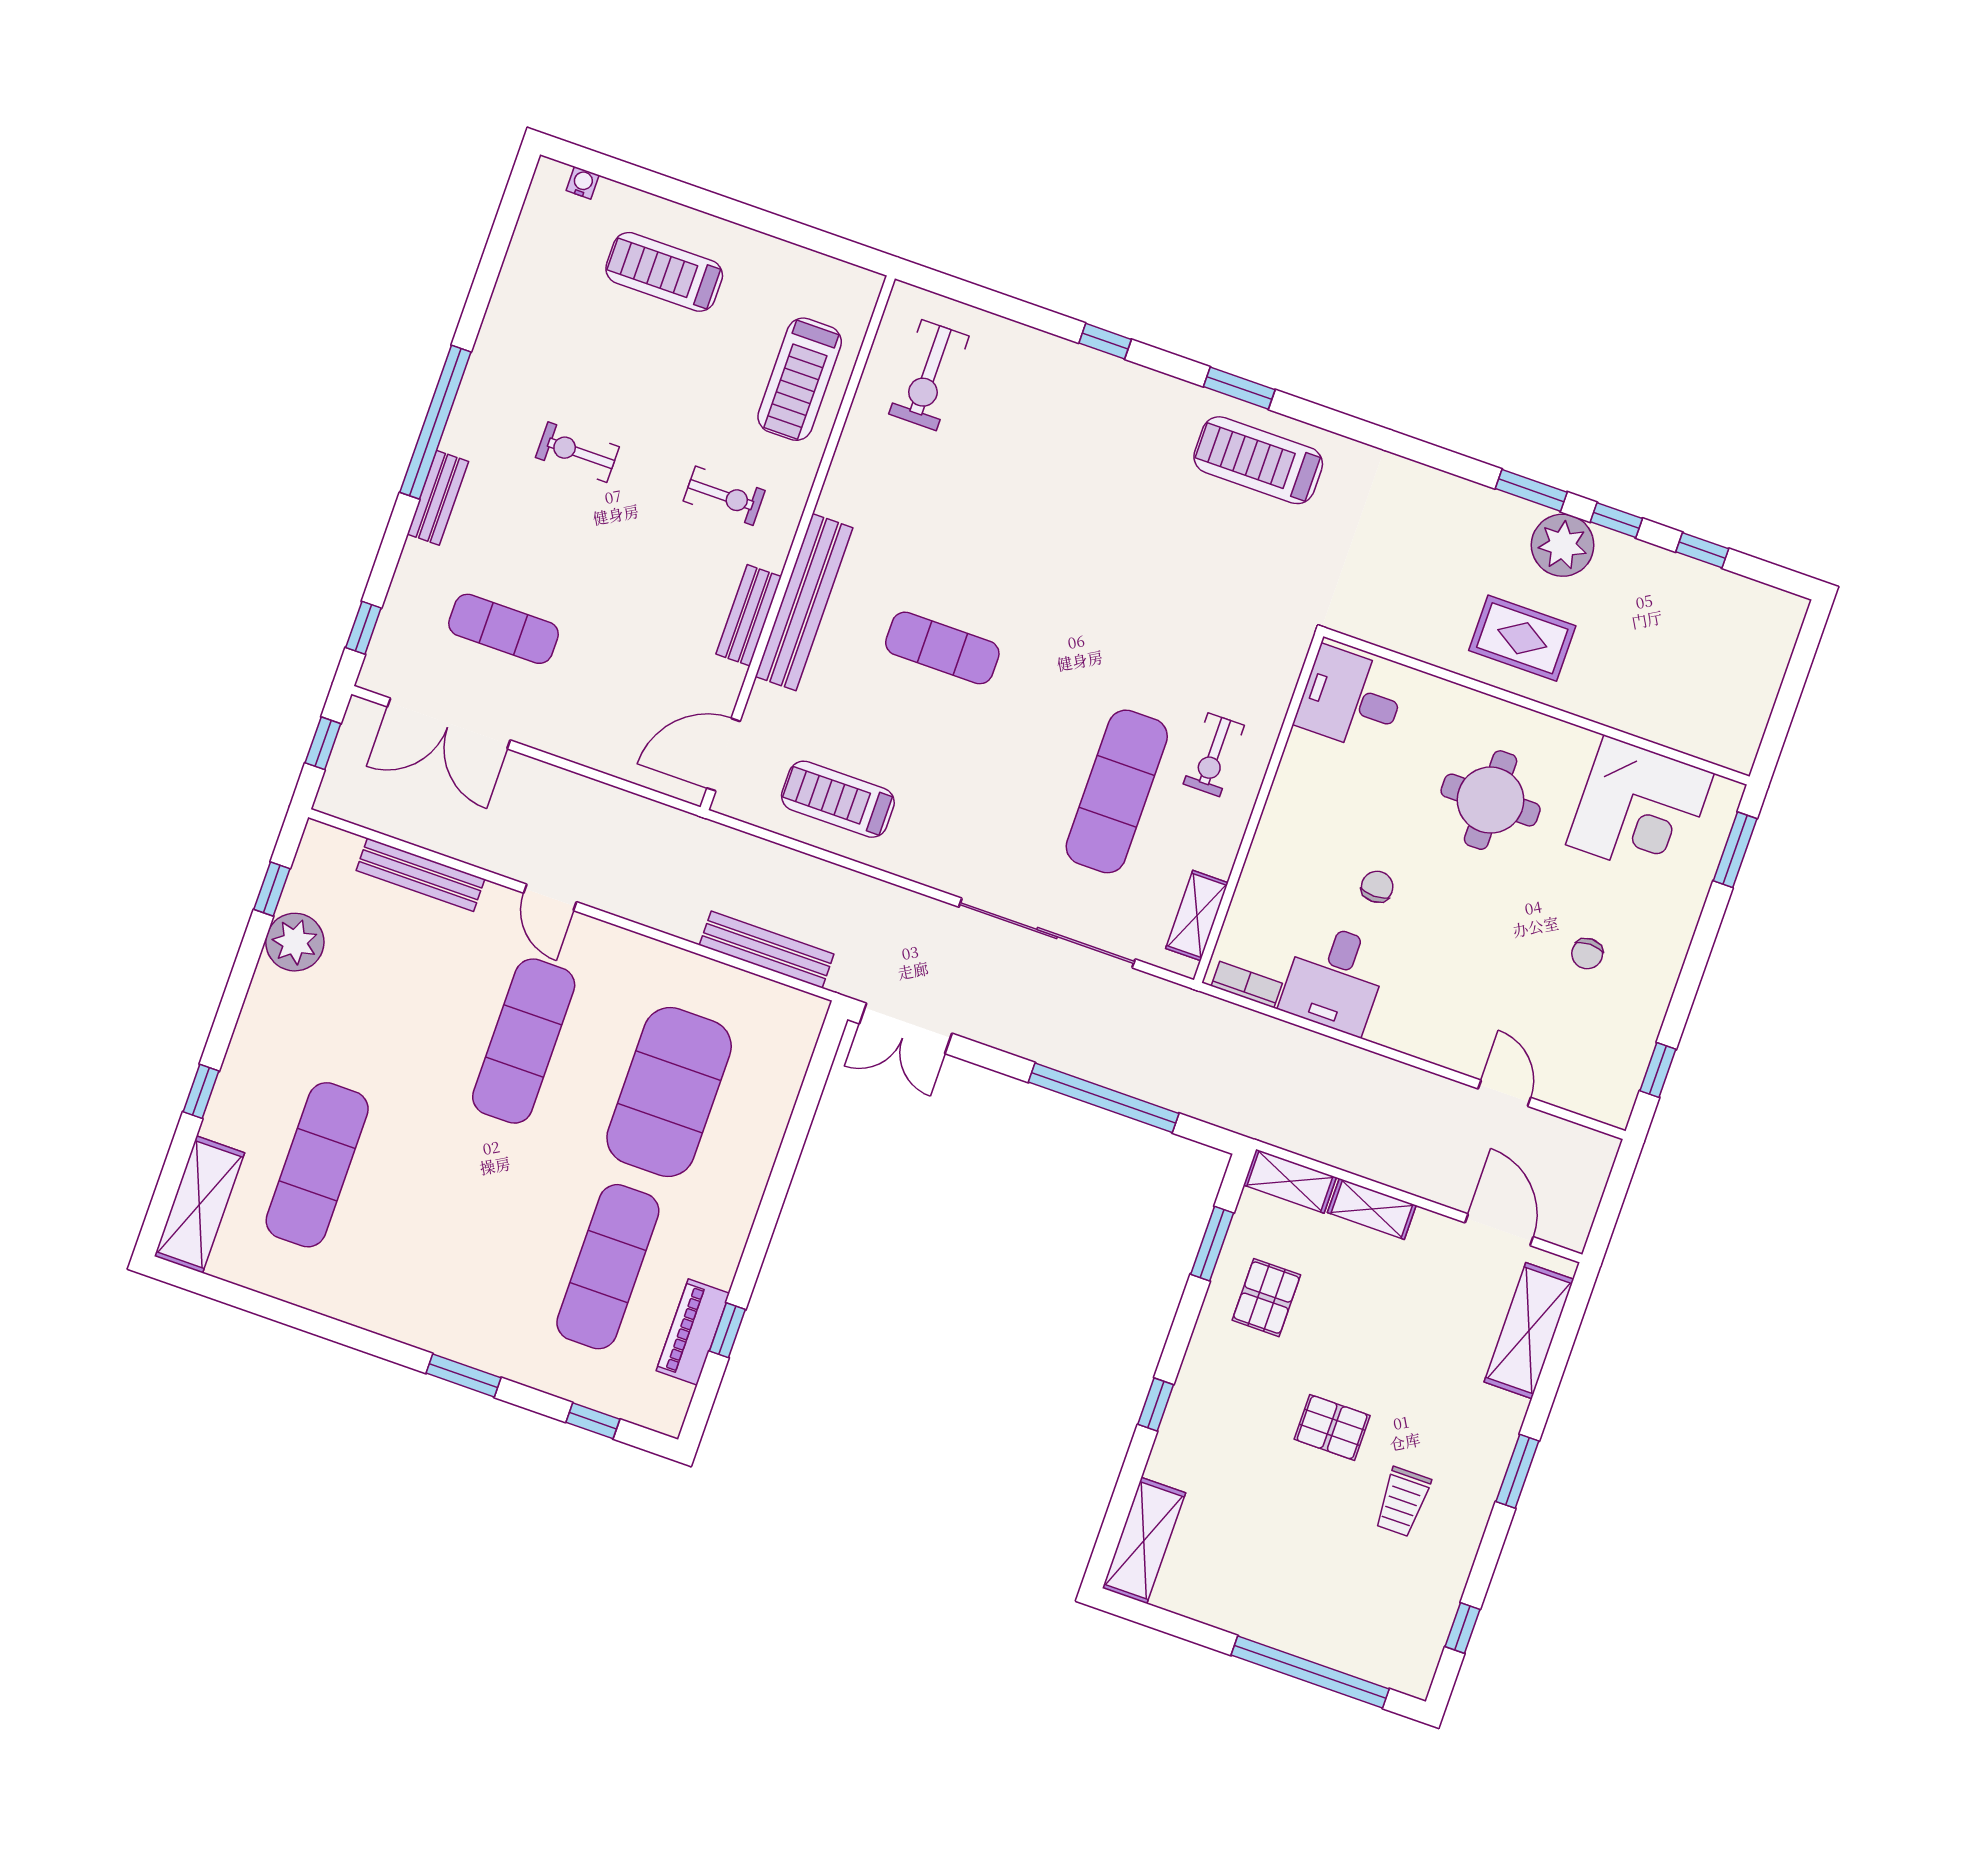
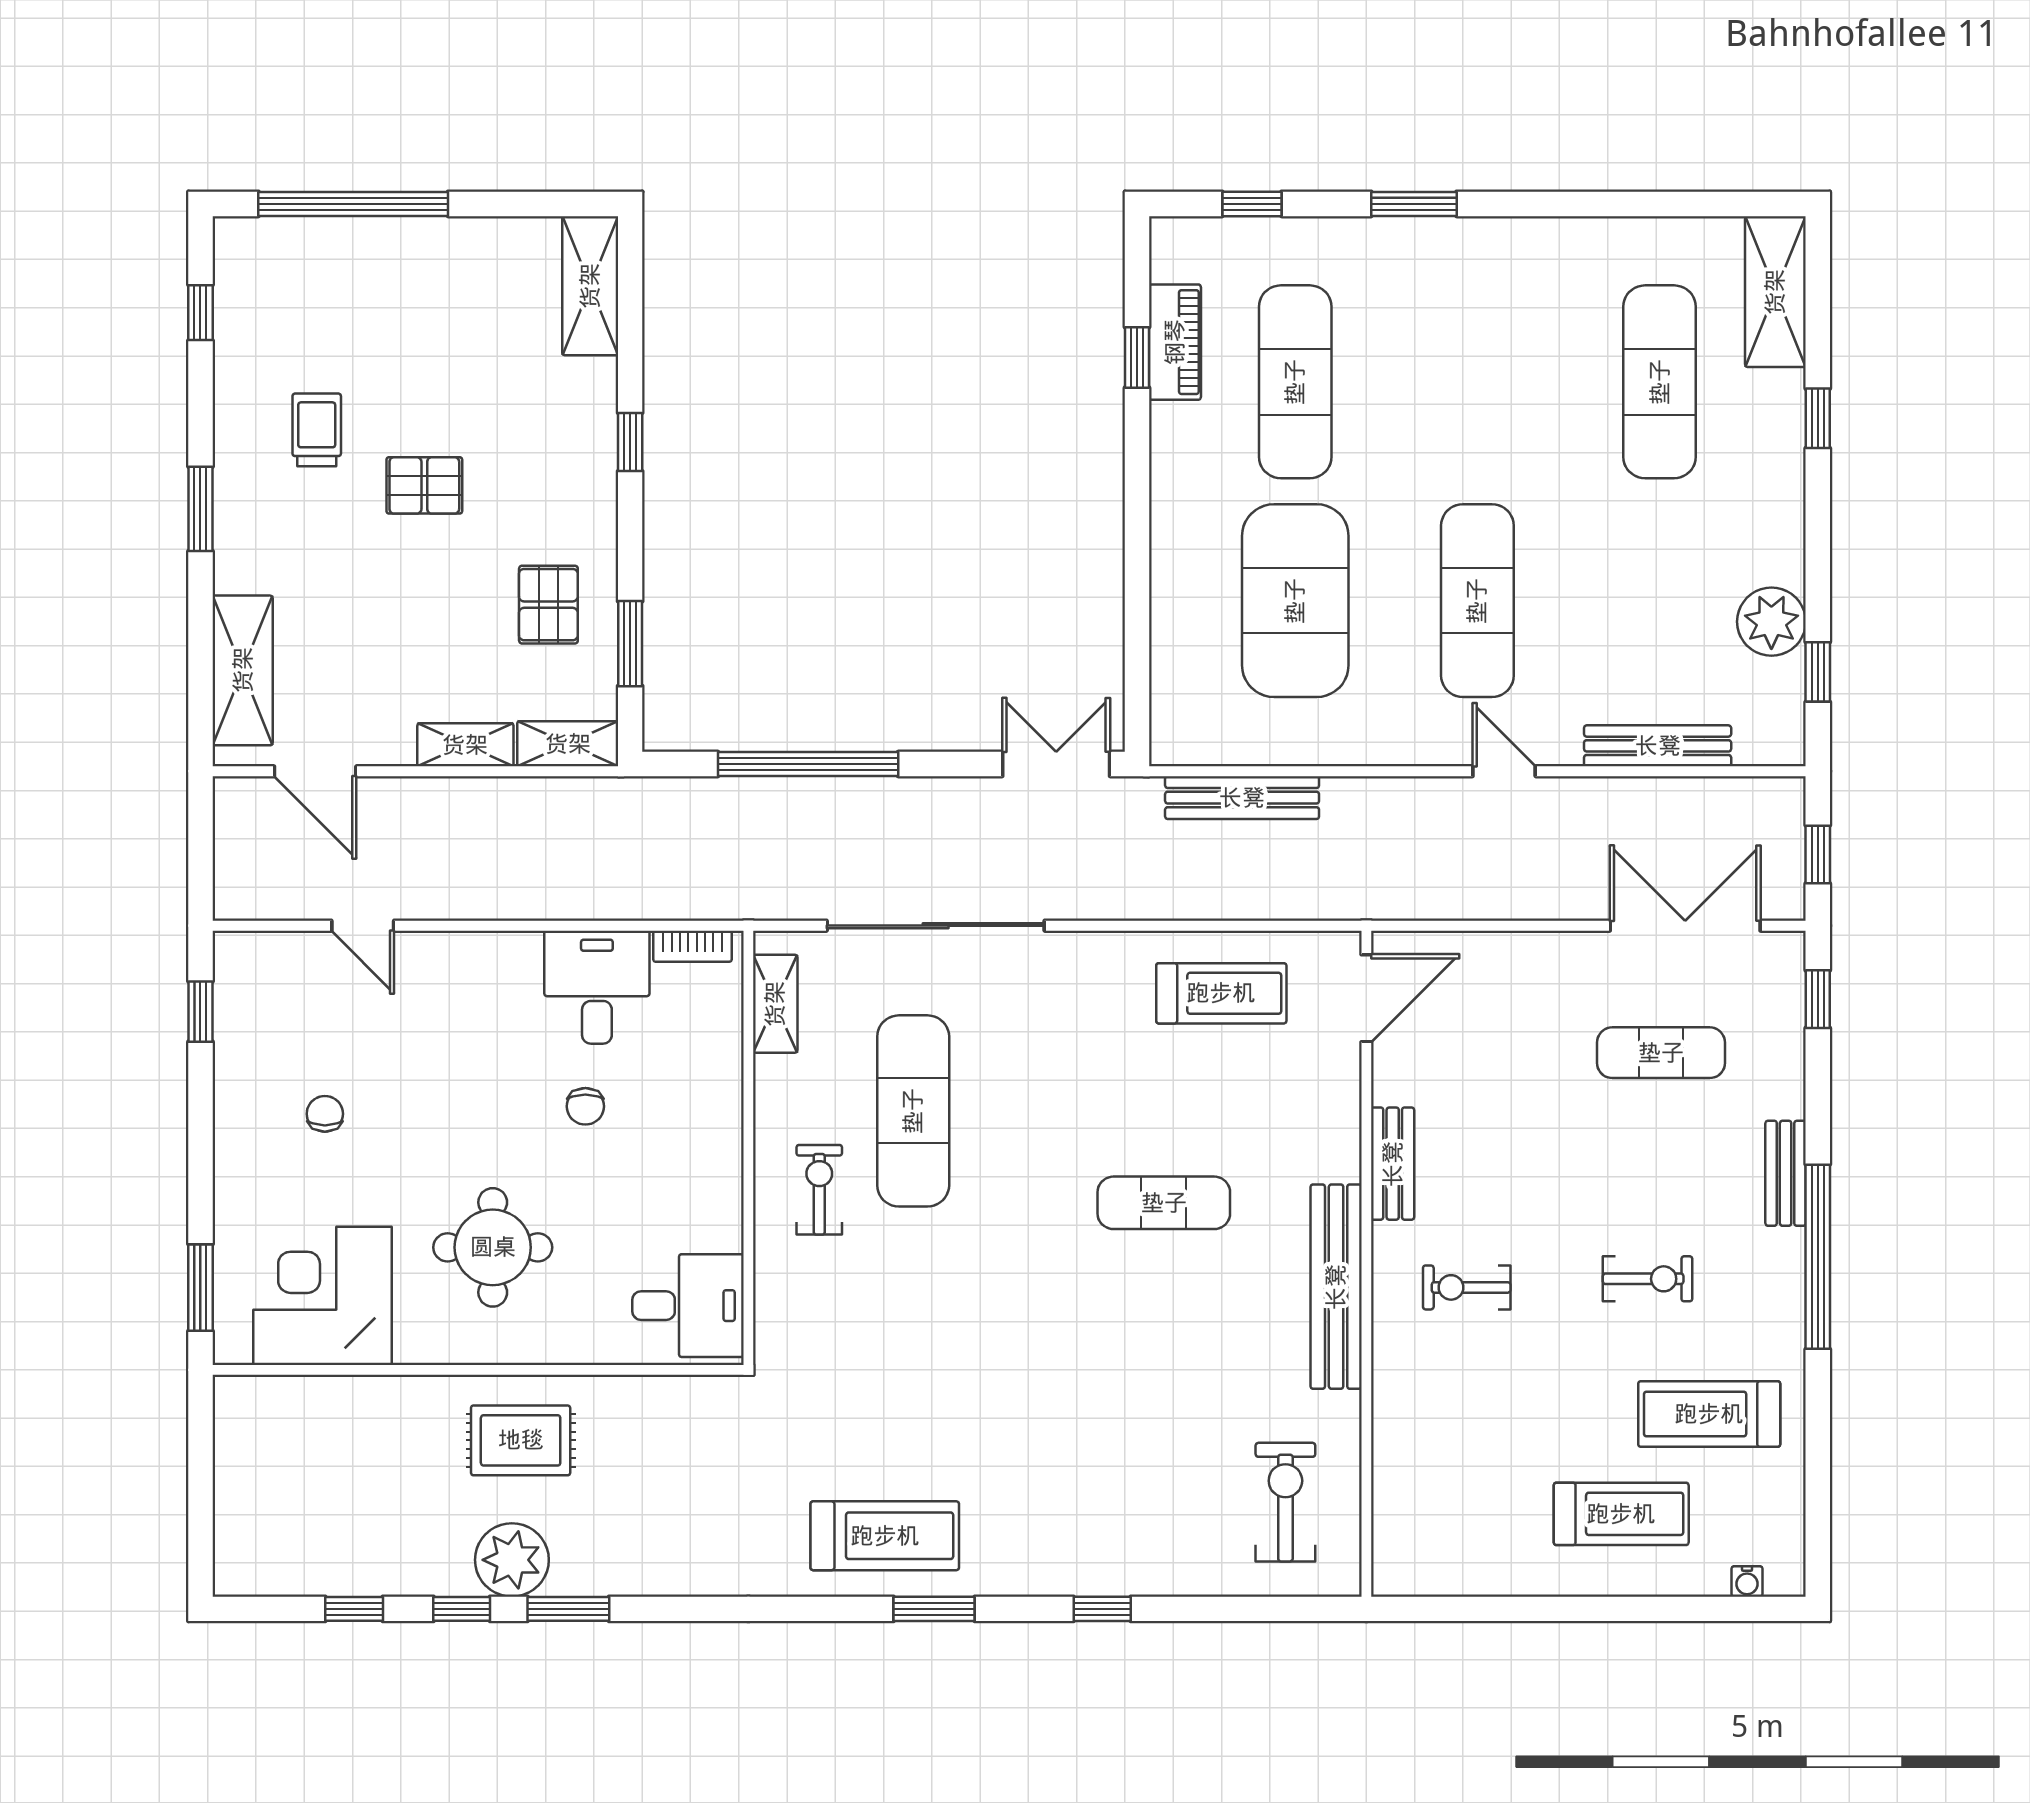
treadmill: (800, 379) -> (1709, 1414), moved, turned -90
bench: (804, 602) -> (1336, 1287), moved

